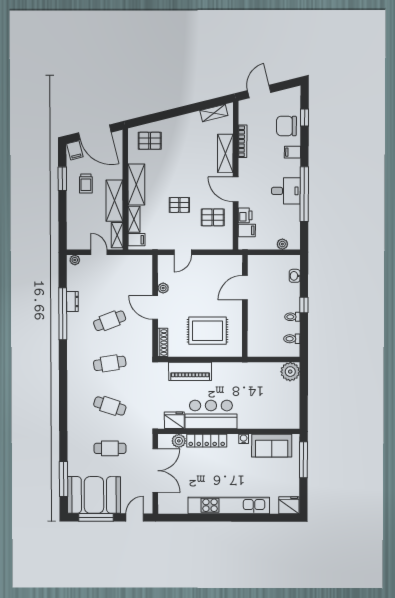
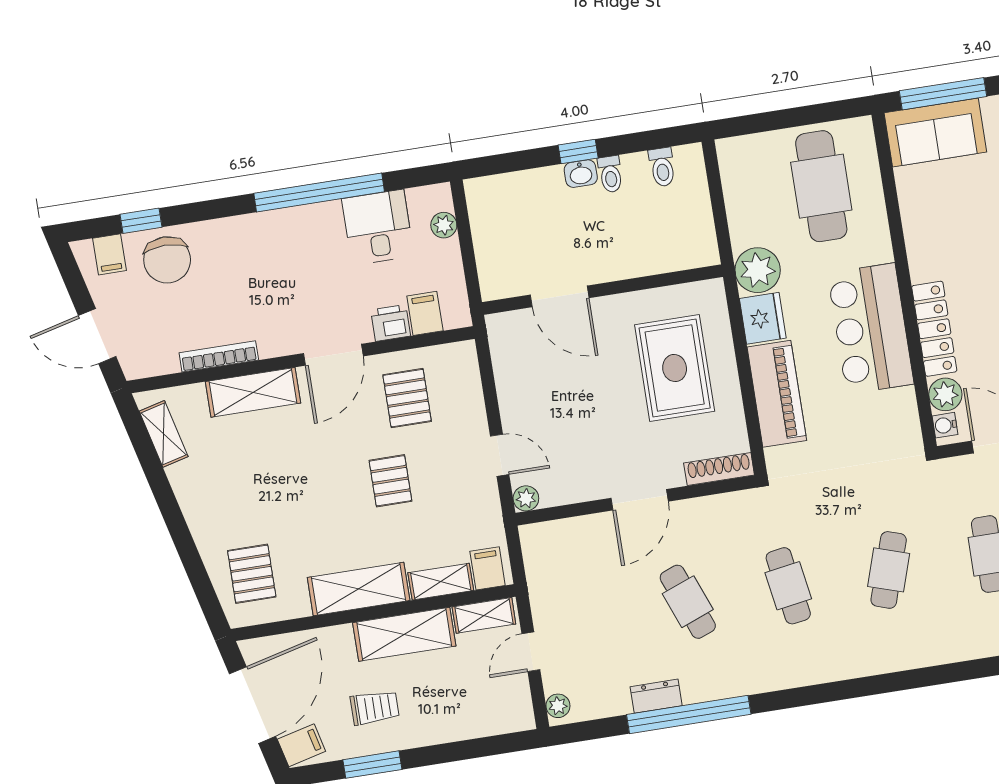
filing cabinet: (292, 152) -> (110, 254), moved
desk: (286, 191) -> (378, 227), moved
washbasin: (295, 276) -> (581, 174), moved
plant: (163, 288) -> (526, 498), moved
plant: (290, 372) -> (758, 270), moved
cafe table: (273, 403) -> (821, 186), added
fridge: (174, 420) -> (763, 318), moved, turned 180
water cooler: (244, 439) -> (945, 425), moved
sofa: (272, 446) -> (935, 132), moved, turned 90

